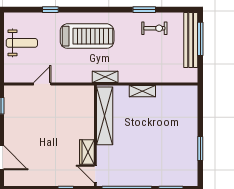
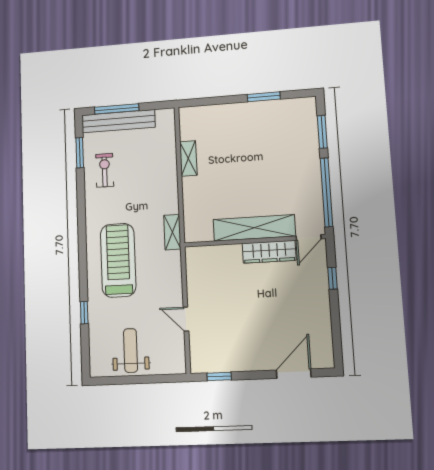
window: (144, 10) -> (80, 153), moved
shelving: (142, 91) -> (188, 158), moved
shelving: (105, 116) -> (254, 228), moved
wardrobe: (87, 152) -> (269, 252), width x1.50

